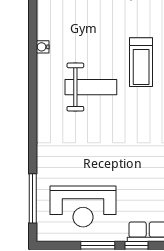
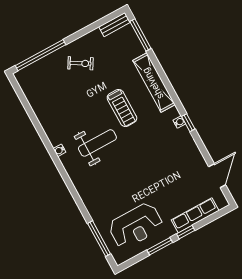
water cooler: (43, 47) -> (59, 150), moved

